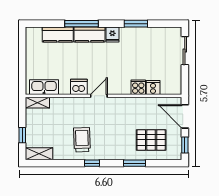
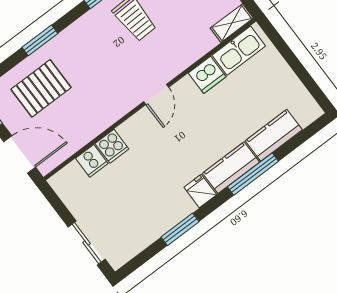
dishwasher: (79, 87) -> (207, 75), moved

